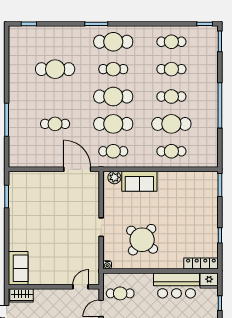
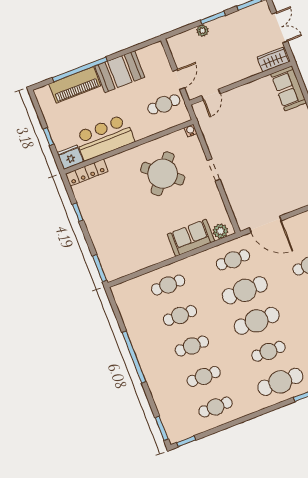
cafe table: (171, 124) -> (180, 315), width x0.73, depth x0.74

